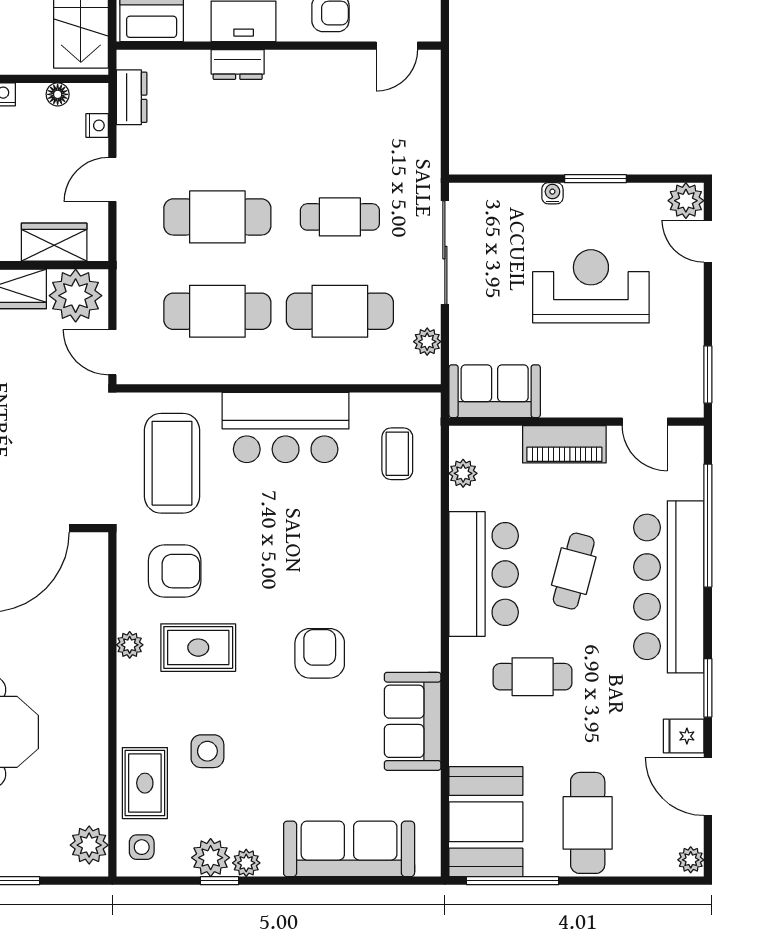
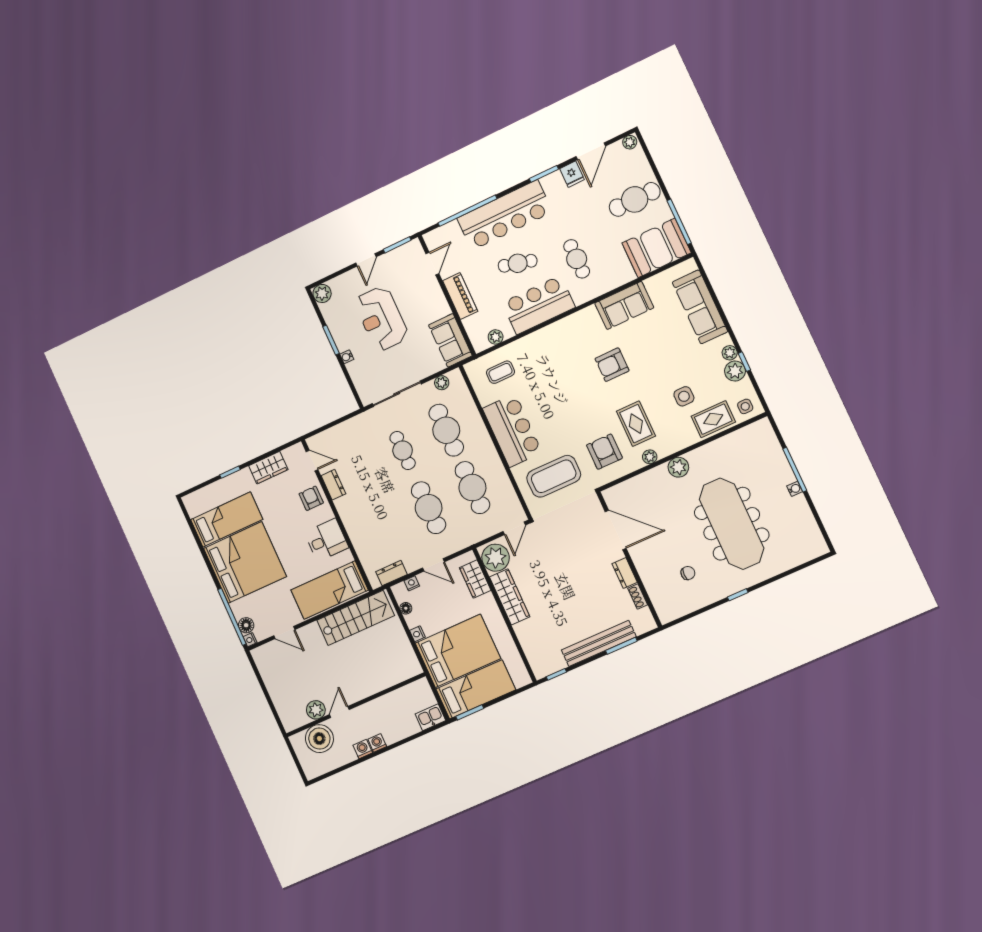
dresser: (238, 65) -> (333, 485), moved
door: (708, 241) -> (366, 260), moved
plant: (89, 845) -> (678, 467), moved

